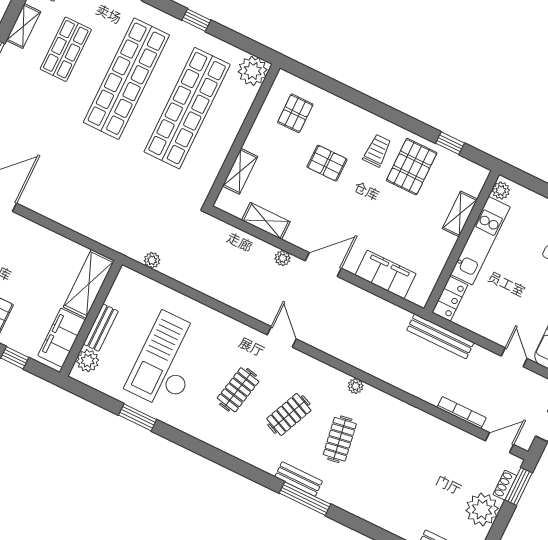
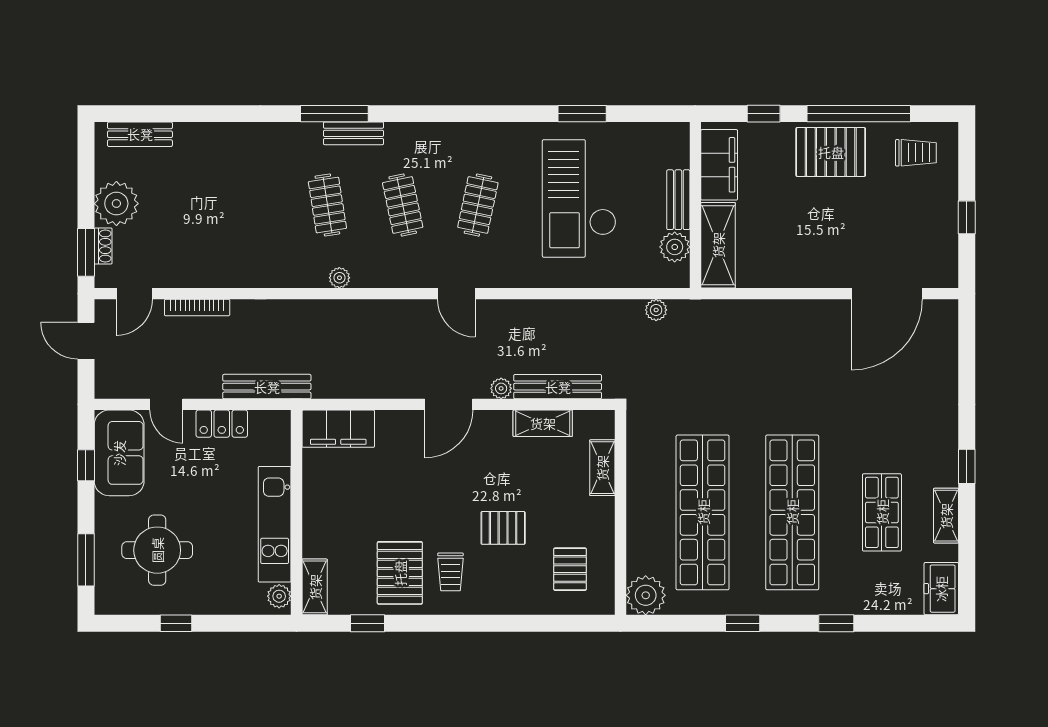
shelving: (460, 214) -> (315, 587), moved
bench: (244, 241) -> (558, 387), added
filing cabinet: (386, 274) -> (338, 429), moved
locker: (450, 299) -> (222, 424), moved, turned -90
plant: (88, 361) -> (675, 247), moved
checkout: (167, 361) -> (579, 198), turned 180
clothes rail: (289, 414) -> (403, 205), turned -36

